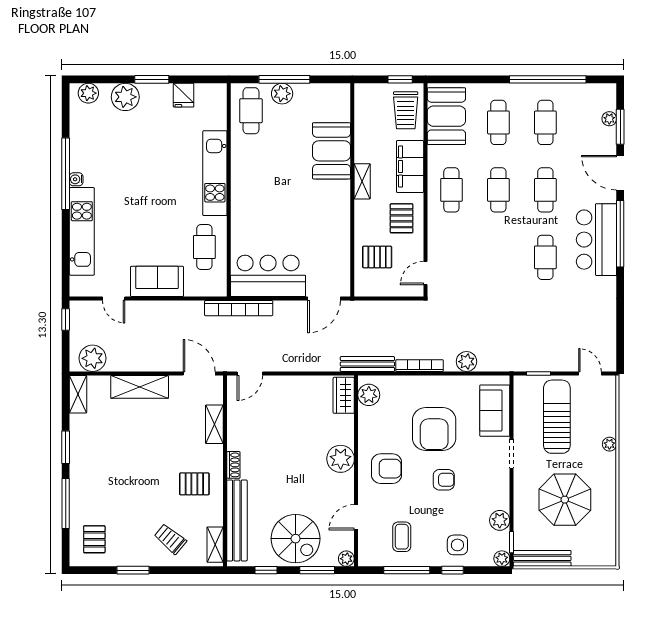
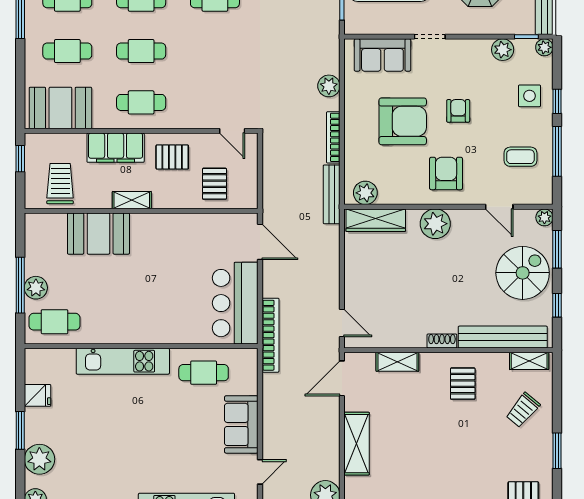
trolley: (406, 110) -> (60, 184), moved, turned -90
wardrobe: (344, 395) -> (376, 220), width x1.50

